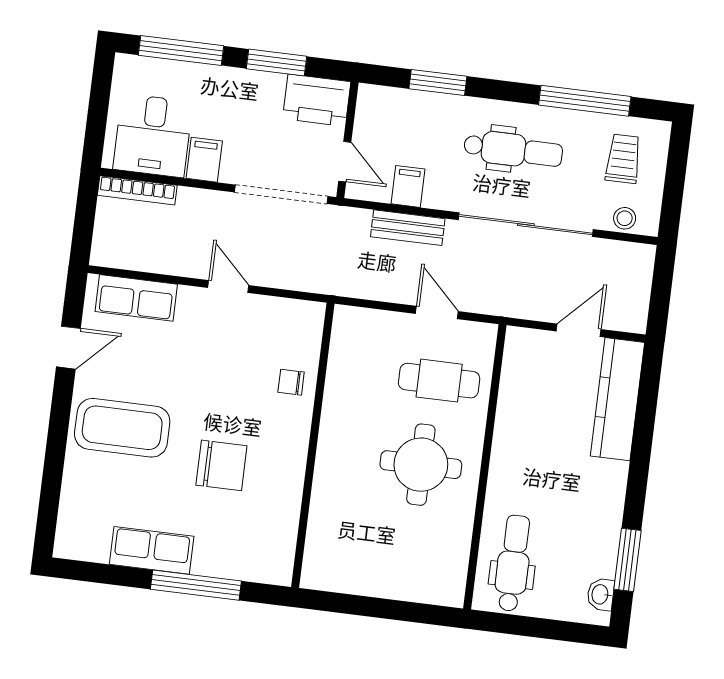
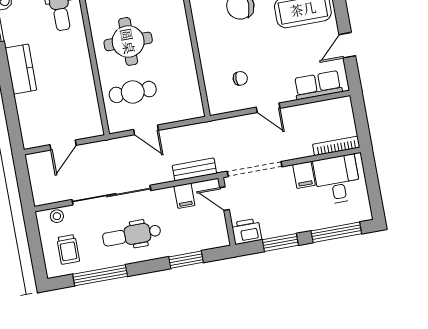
printer: (317, 100) -> (247, 231), width x0.73, depth x0.84
bench: (408, 228) -> (194, 169), moved
chair: (291, 382) -> (240, 78), moved
kitchen counter: (618, 399) -> (21, 69), moved, width x0.67

